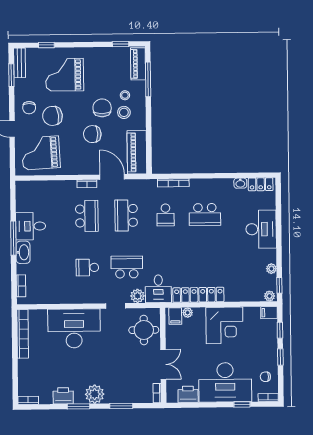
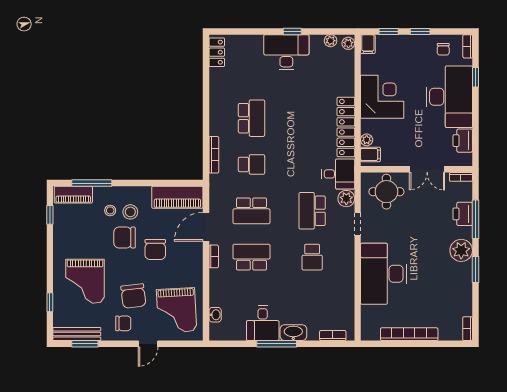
bench: (20, 63) -> (77, 334), width x1.36
washbasin: (240, 183) -> (215, 315), moved
desk: (261, 229) -> (286, 52), moved
plant: (271, 269) -> (331, 41), moved
window: (279, 285) -> (292, 32), moved
bookcase: (23, 334) -> (409, 334), moved
double door: (163, 364) -> (427, 169), swing flipped
printer: (63, 396) -> (463, 214), moved
window: (121, 406) -> (475, 219), width x1.44

